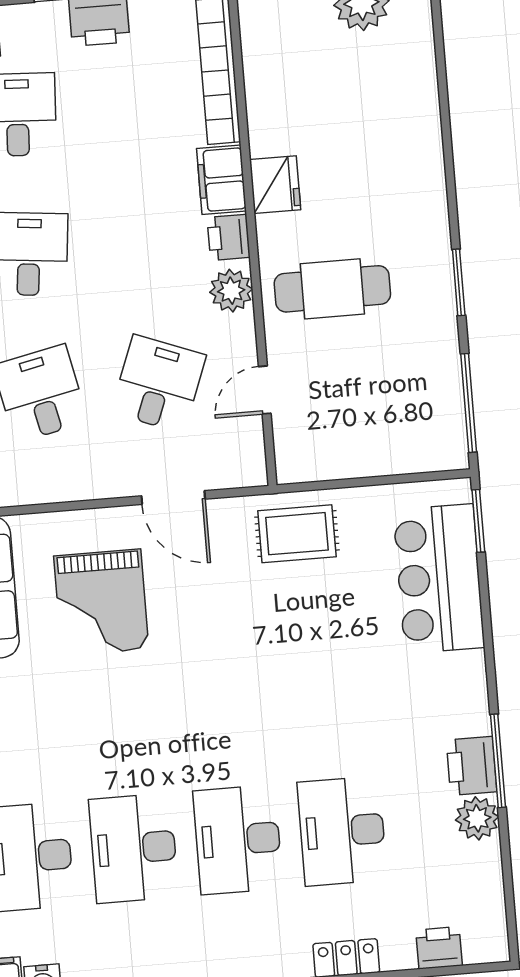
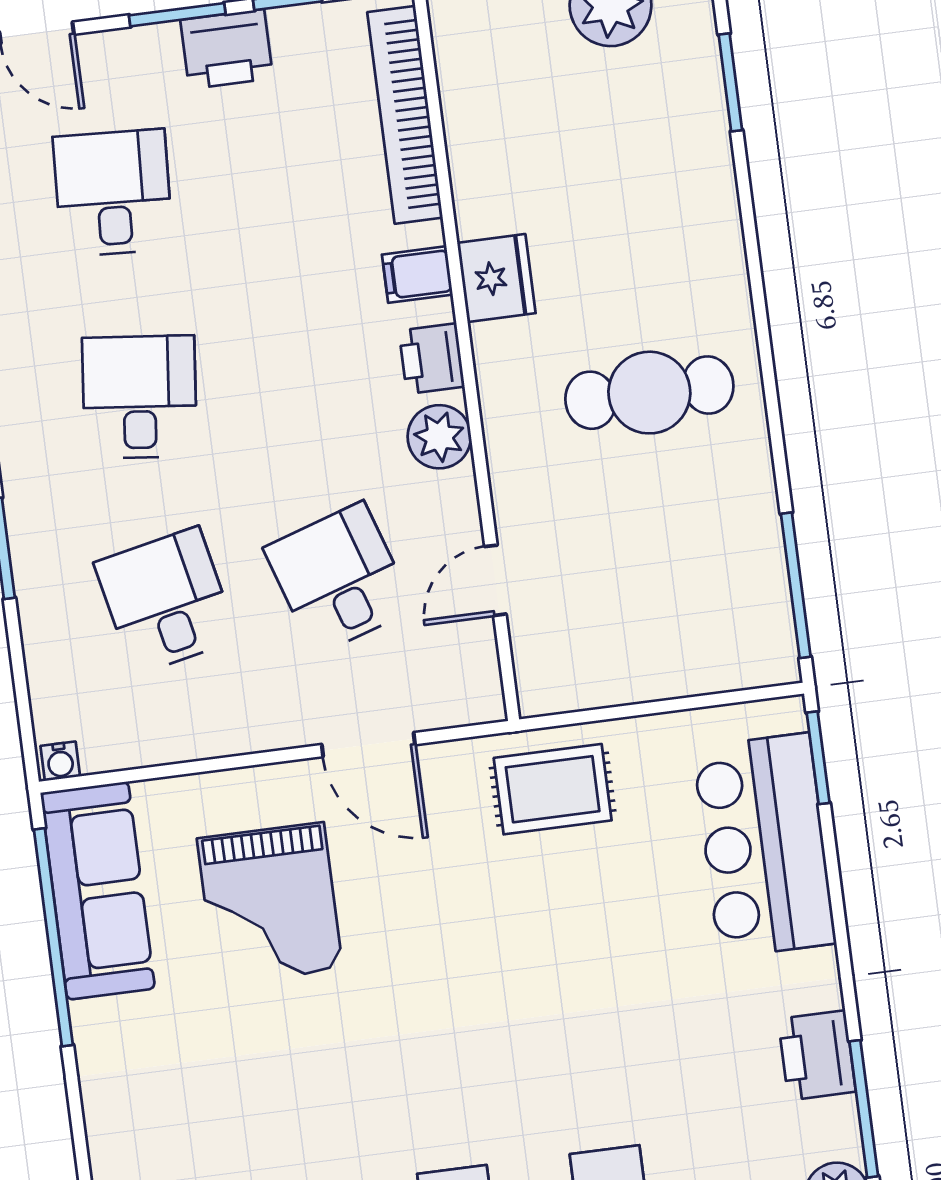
filing cabinet: (221, 180) -> (417, 275), width x0.50
window: (459, 282) -> (730, 82), moved
cafe table: (332, 289) -> (649, 393), moved
desk: (158, 384) -> (339, 579), turned -39
printer: (471, 766) -> (817, 1055), moved

